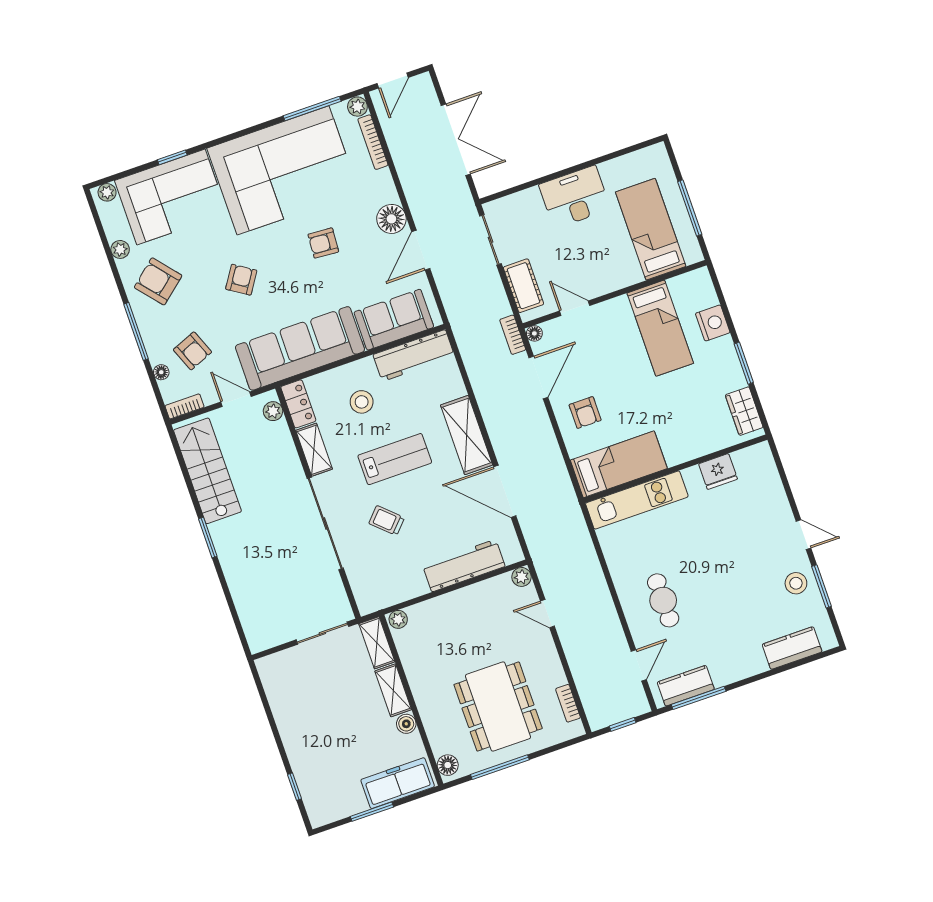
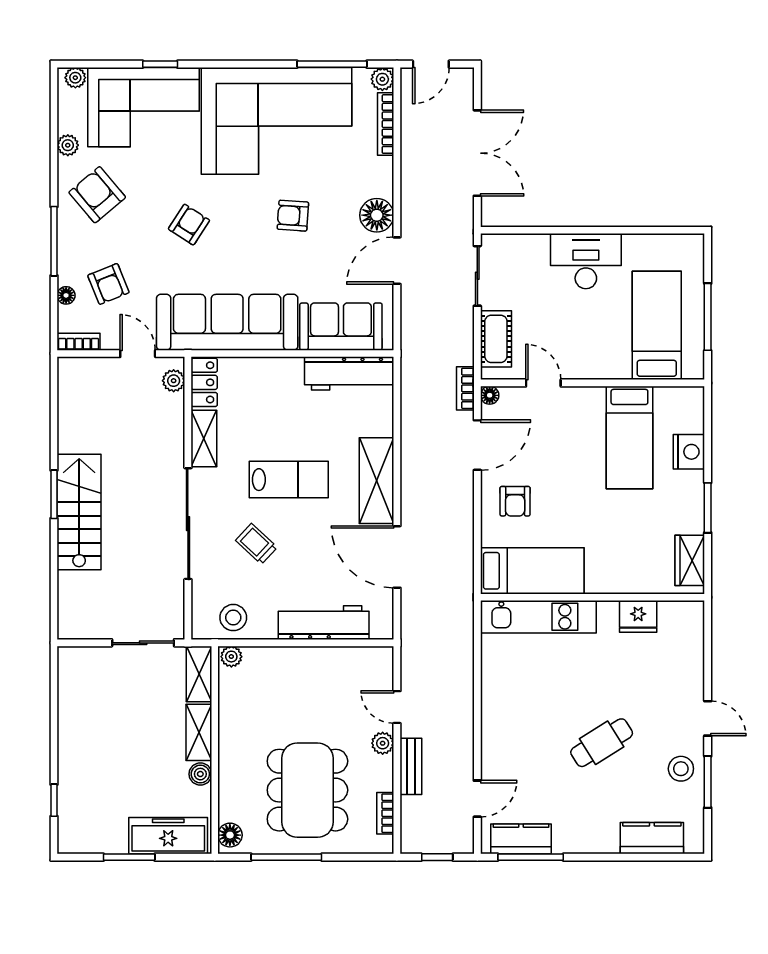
stool: (362, 402) -> (233, 618), moved
stairs: (207, 471) -> (79, 512), moved
plant: (522, 577) -> (383, 743), moved
cafe table: (663, 600) -> (602, 743), moved, turned 58
bench: (576, 658) -> (411, 766), added

